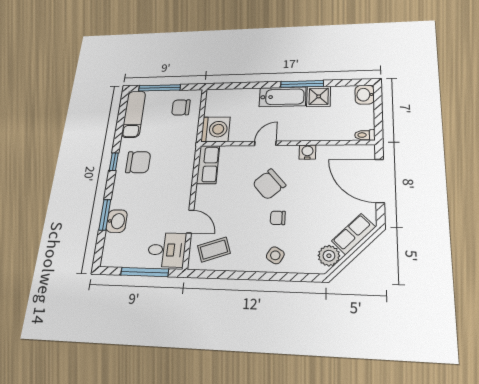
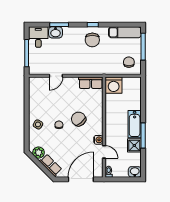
door: (265, 143) -> (104, 152), moved
desk: (167, 250) -> (38, 37), moved, turned 180
coffee table: (214, 250) -> (40, 91), removed

